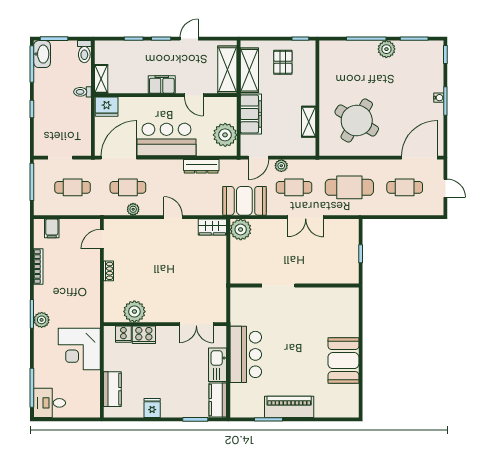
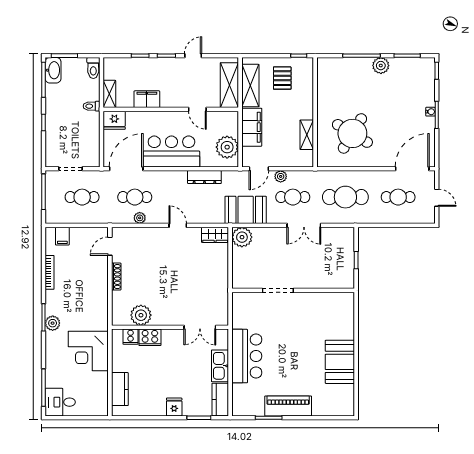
filing cabinet: (162, 84) -> (147, 99), moved
shoe rack: (108, 271) -> (116, 277), width x1.43
fridge: (152, 408) -> (174, 407), moved

